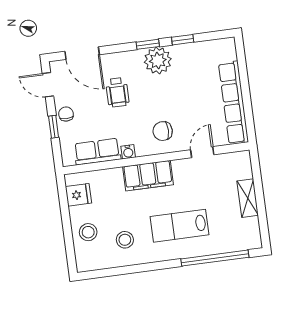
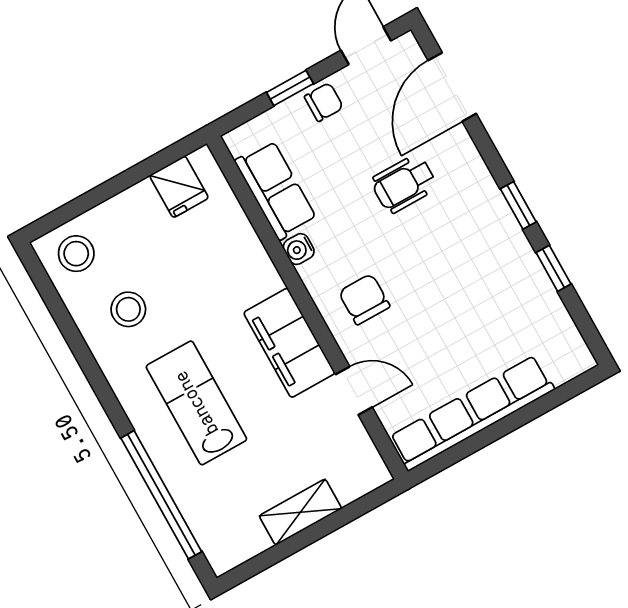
plant: (158, 61) -> (495, 237), removed
filing cabinet: (148, 176) -> (289, 343), moved
stool: (88, 232) -> (76, 254), moved

